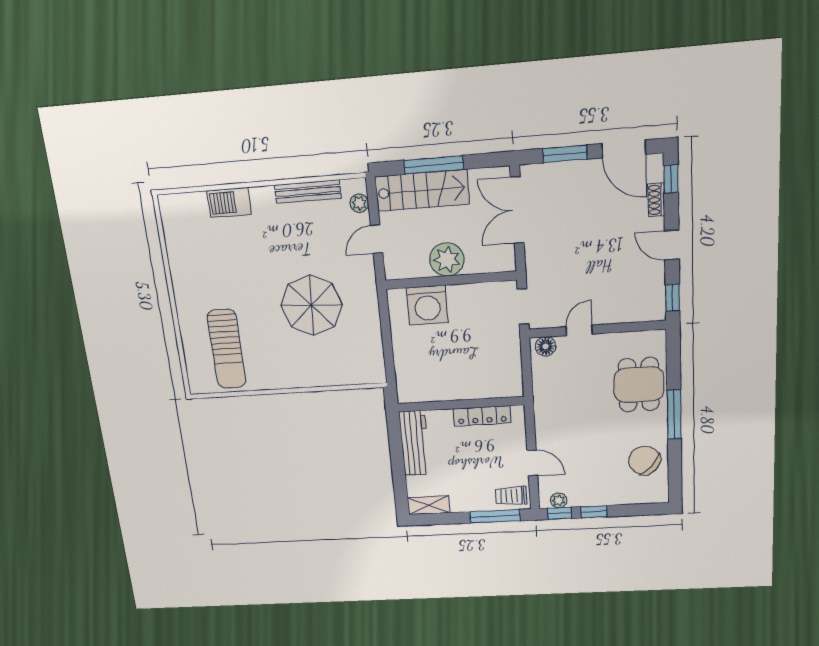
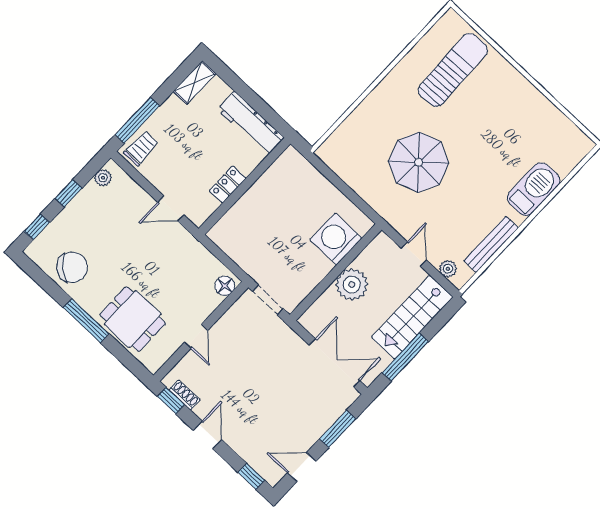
door: (624, 149) -> (302, 467), width x0.73
window: (433, 165) -> (405, 357), moved
shoe rack: (656, 200) -> (185, 395), moved
barbecue: (229, 202) -> (534, 189), width x1.37, depth x1.21
door: (672, 245) -> (207, 435), hinge flipped
door: (579, 330) -> (196, 336), moved
sun lounger: (227, 349) -> (453, 70), turned 88
locker: (482, 416) -> (228, 185), width x0.66
door: (532, 463) -> (171, 209), moved
window: (559, 513) -> (37, 227), moved

